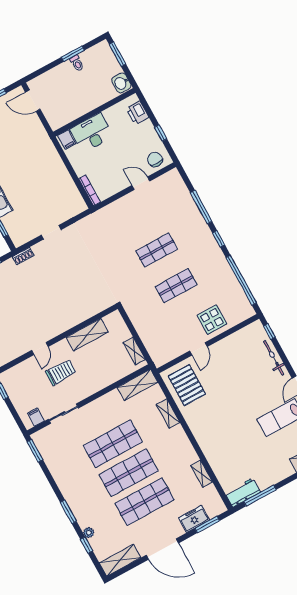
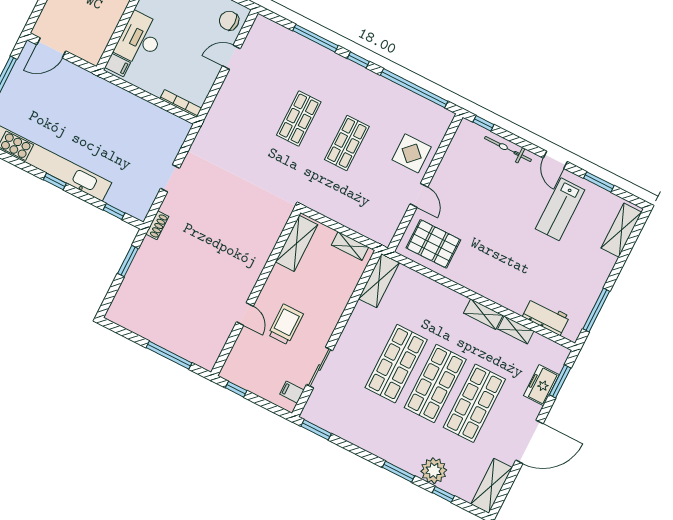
shelving: (87, 335) -> (297, 243), moved
shelving: (168, 414) -> (483, 314), moved
workbench: (243, 493) -> (546, 317), moved, turned 90
plant: (89, 533) -> (434, 471), width x1.88, depth x1.88

